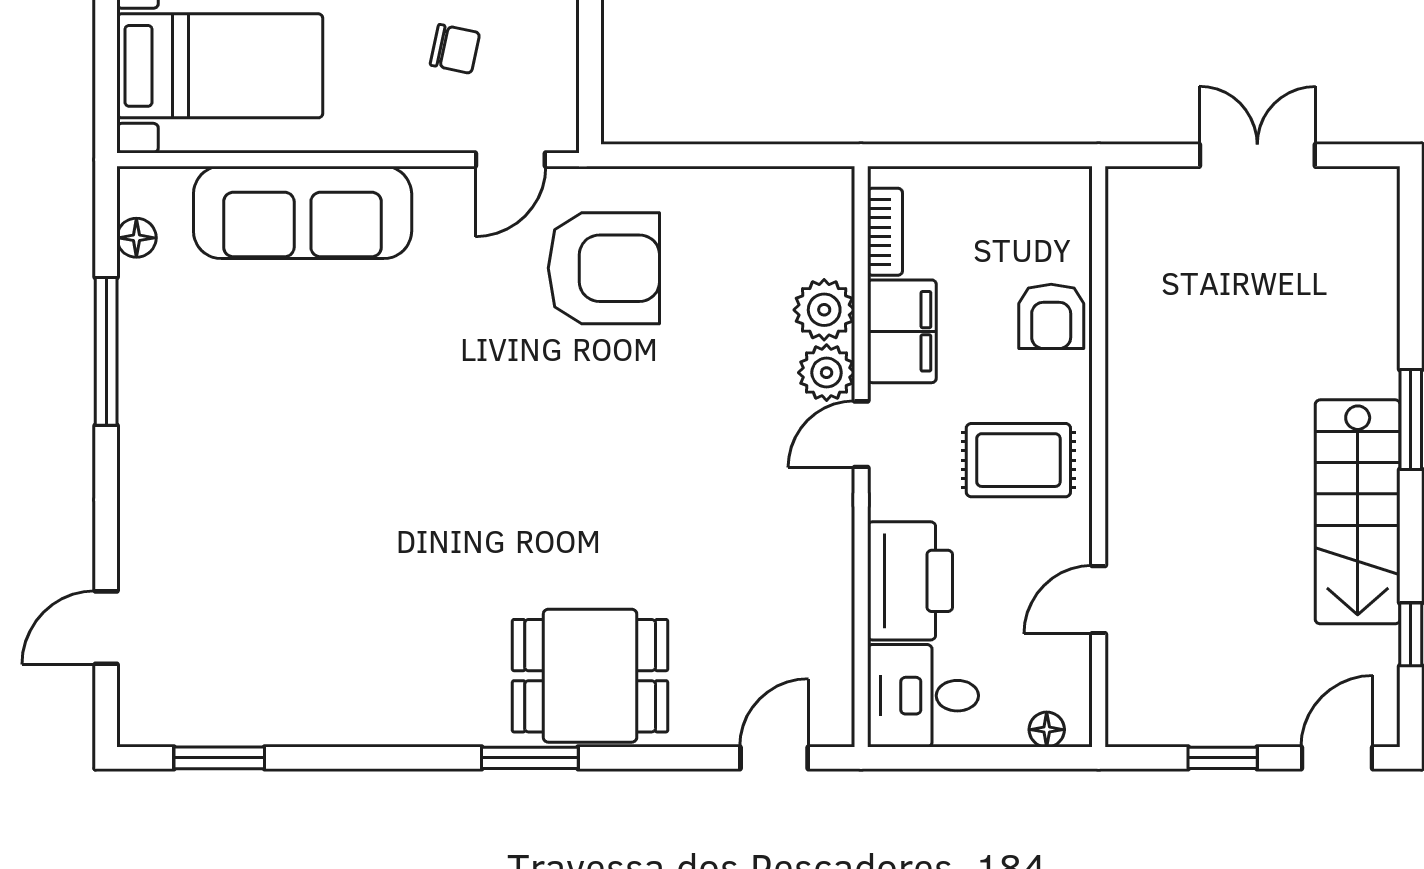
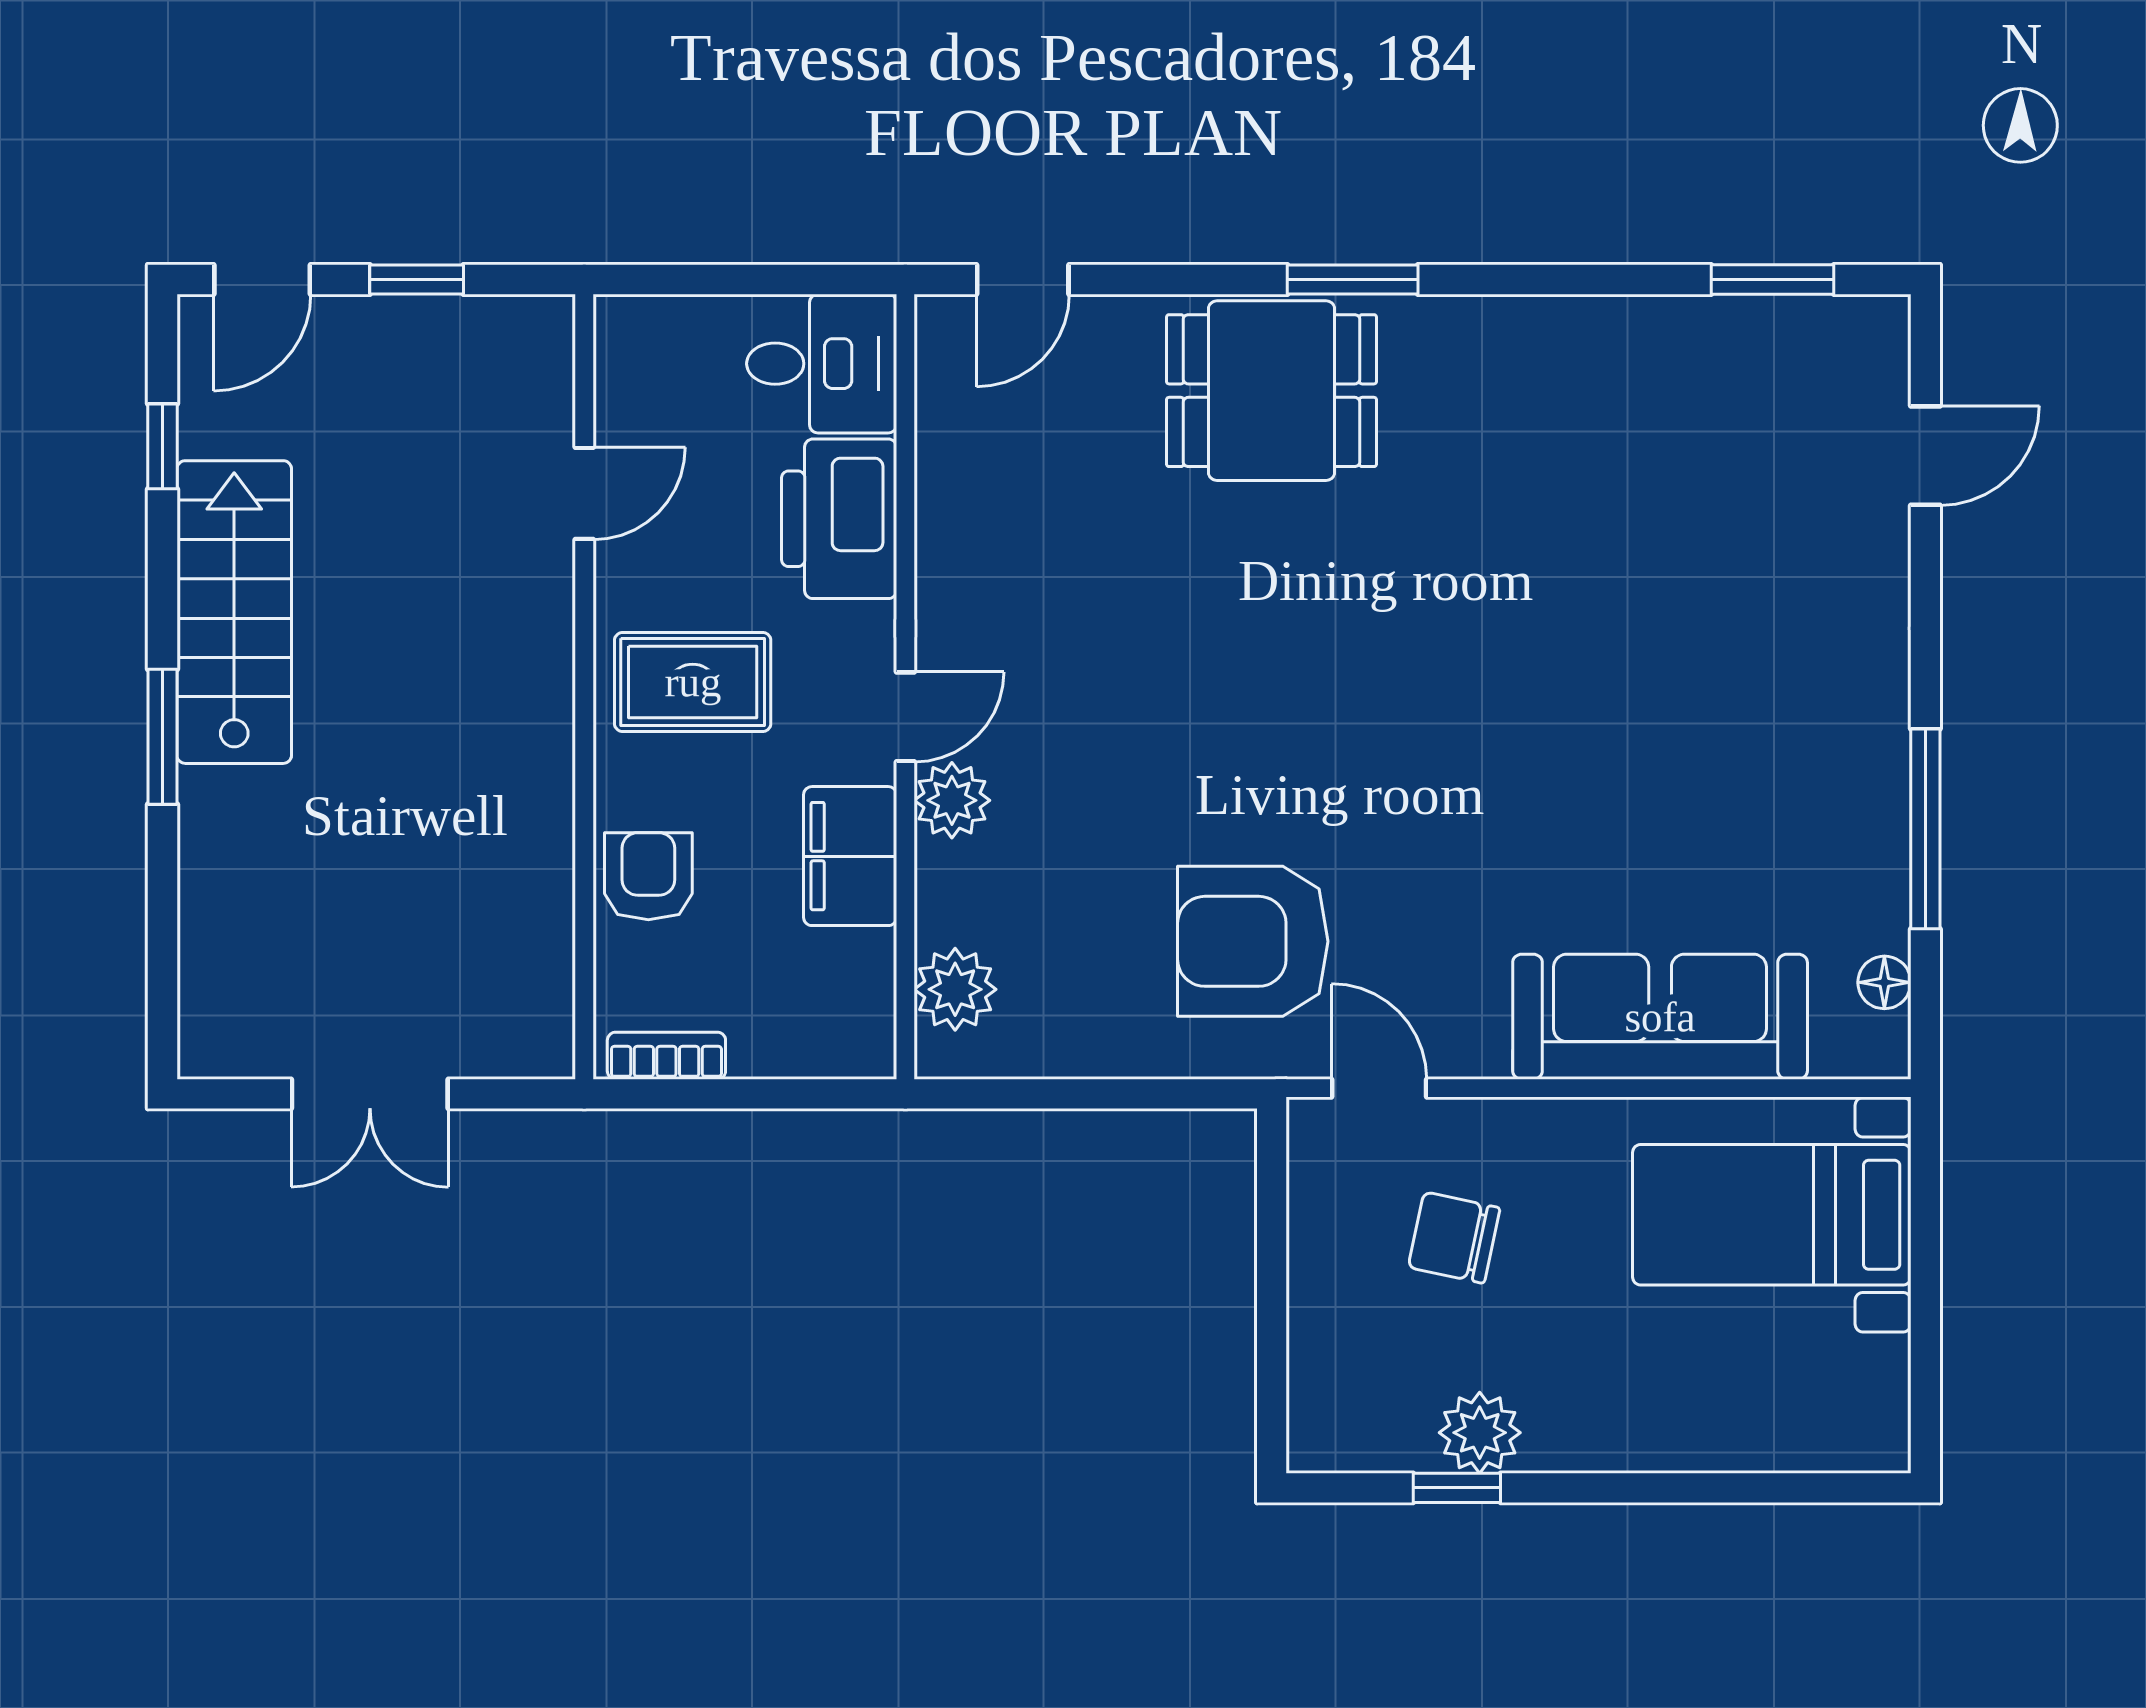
chair: (455, 49) -> (1454, 1238), width x1.37, depth x1.37
door: (510, 160) -> (1379, 1088), hinge flipped
bookcase: (885, 232) -> (666, 1056), moved, turned 90
plant: (824, 310) -> (955, 989), moved
floor lamp: (1047, 730) -> (654, 318), removed

